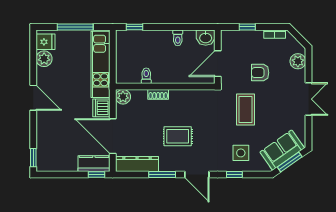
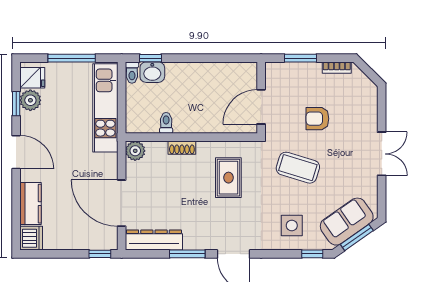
window: (247, 27) -> (300, 58), width x1.50
toilet: (178, 38) -> (132, 73), moved
washbasin: (206, 38) -> (152, 72), moved
plant: (298, 61) -> (368, 104), removed
dishwasher: (101, 108) -> (31, 238), moved, turned 180
coffee table: (245, 109) -> (298, 168), turned -73
rug: (178, 136) -> (228, 178), moved, turned 90
window: (33, 158) -> (16, 104), moved
kitchen counter: (94, 164) -> (30, 204), moved, turned 90
window: (234, 174) -> (312, 254), moved

